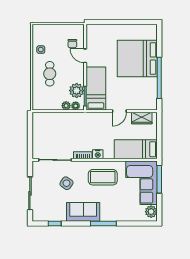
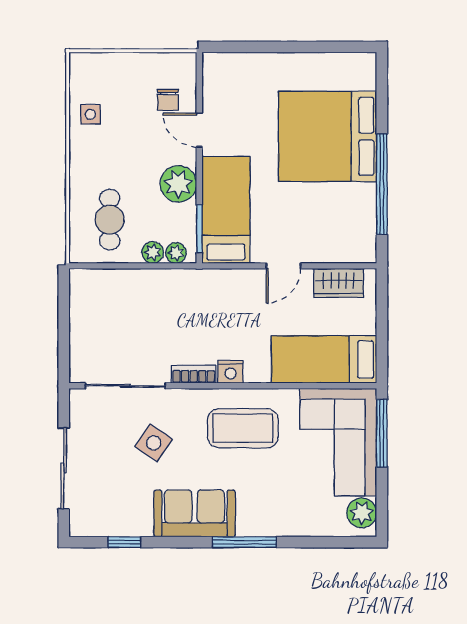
cafe table: (50, 74) -> (110, 220), moved
plant: (77, 91) -> (178, 184), moved

